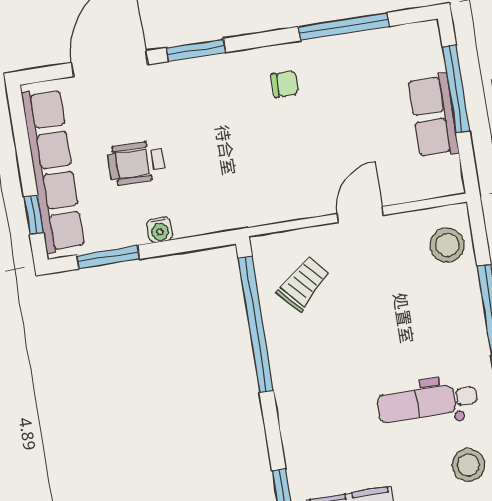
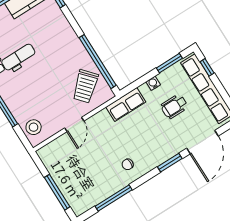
row of seats: (434, 116) -> (126, 104), moved, turned 90
wheelchair: (136, 163) -> (174, 106), turned 180
trolley: (303, 284) -> (85, 86), width x1.36, depth x1.39

